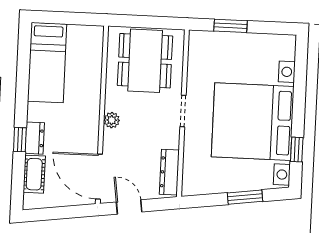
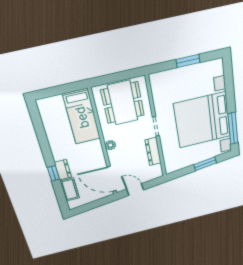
window: (231, 26) -> (188, 61), moved
bed: (47, 63) -> (82, 117), moved
window: (297, 150) -> (233, 128), width x2.17
dresser: (169, 172) -> (153, 151), moved

